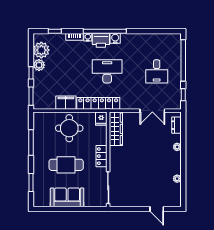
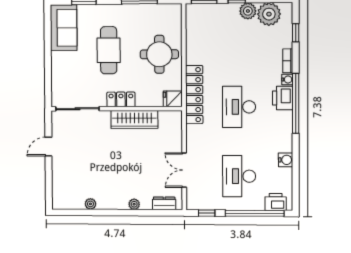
water cooler: (115, 38) -> (286, 160), moved
printer: (175, 45) -> (276, 202), added
desk: (107, 71) -> (239, 107), turned 180
desk: (157, 71) -> (239, 176), width x1.37
filing cabinet: (66, 103) -> (195, 49), removed
wardrobe: (116, 129) -> (134, 119), moved
sofa: (67, 197) -> (64, 28), moved
door: (157, 209) -> (48, 147), moved

